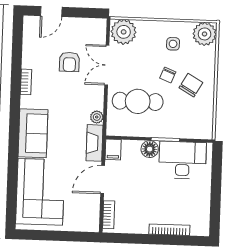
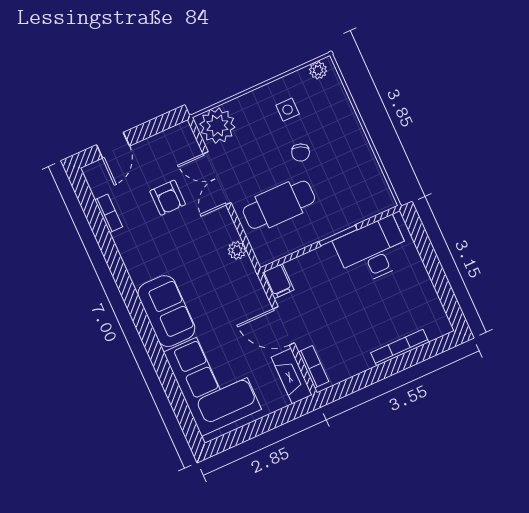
plant: (205, 34) -> (318, 70), width x0.53, depth x0.53
bookcase: (26, 82) -> (109, 213), moved
chair: (191, 85) -> (336, 151), removed
fireplace: (95, 143) -> (292, 376), moved
floor lamp: (150, 149) -> (324, 258), removed
door: (103, 180) -> (284, 326), hinge flipped

